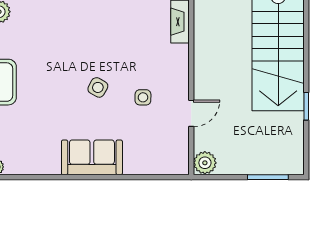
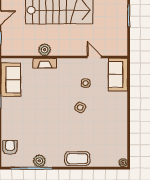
sofa: (92, 157) -> (118, 75), moved
plant: (205, 163) -> (45, 50), moved

